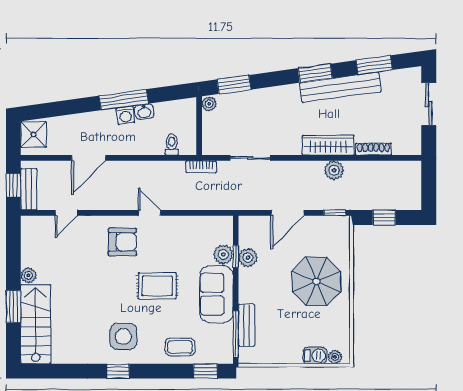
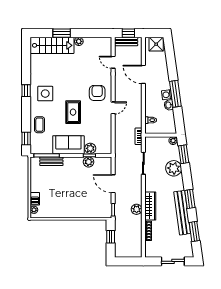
plant: (259, 103) -> (174, 168), added
armchair: (122, 242) -> (97, 93), turned 180
parasol: (316, 281) -> (75, 200), removed

